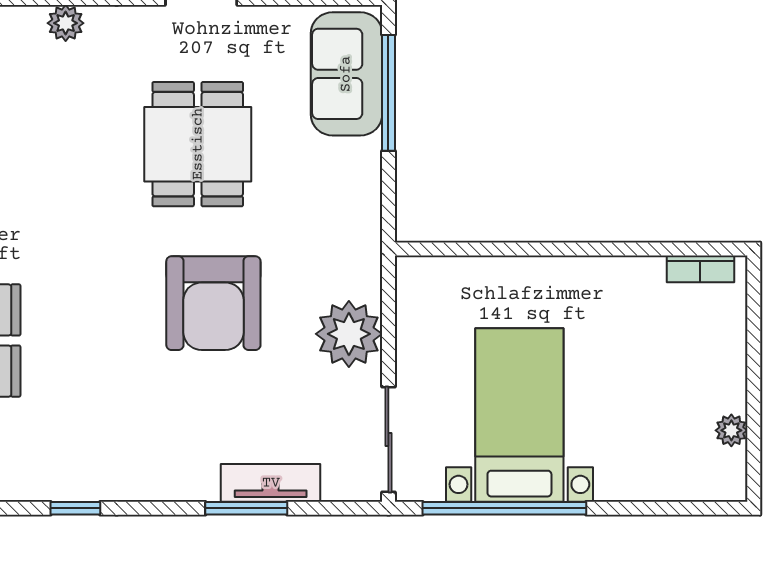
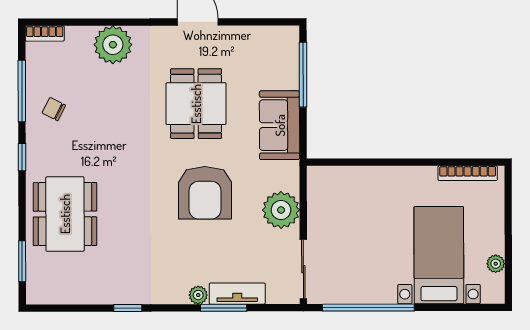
plant: (66, 23) -> (113, 45), width x1.88, depth x1.88
sofa: (346, 74) -> (280, 125), moved
bookcase: (700, 269) -> (468, 173), width x1.56
bed with nightstands: (519, 415) -> (439, 255), moved
plant: (201, 485) -> (198, 295), added

